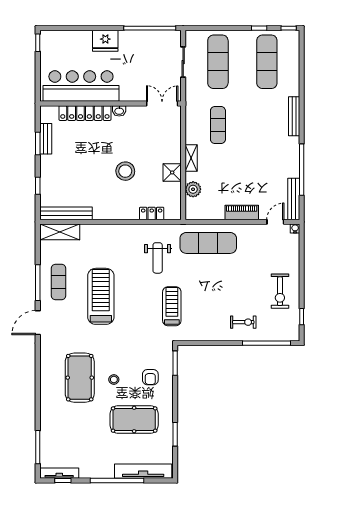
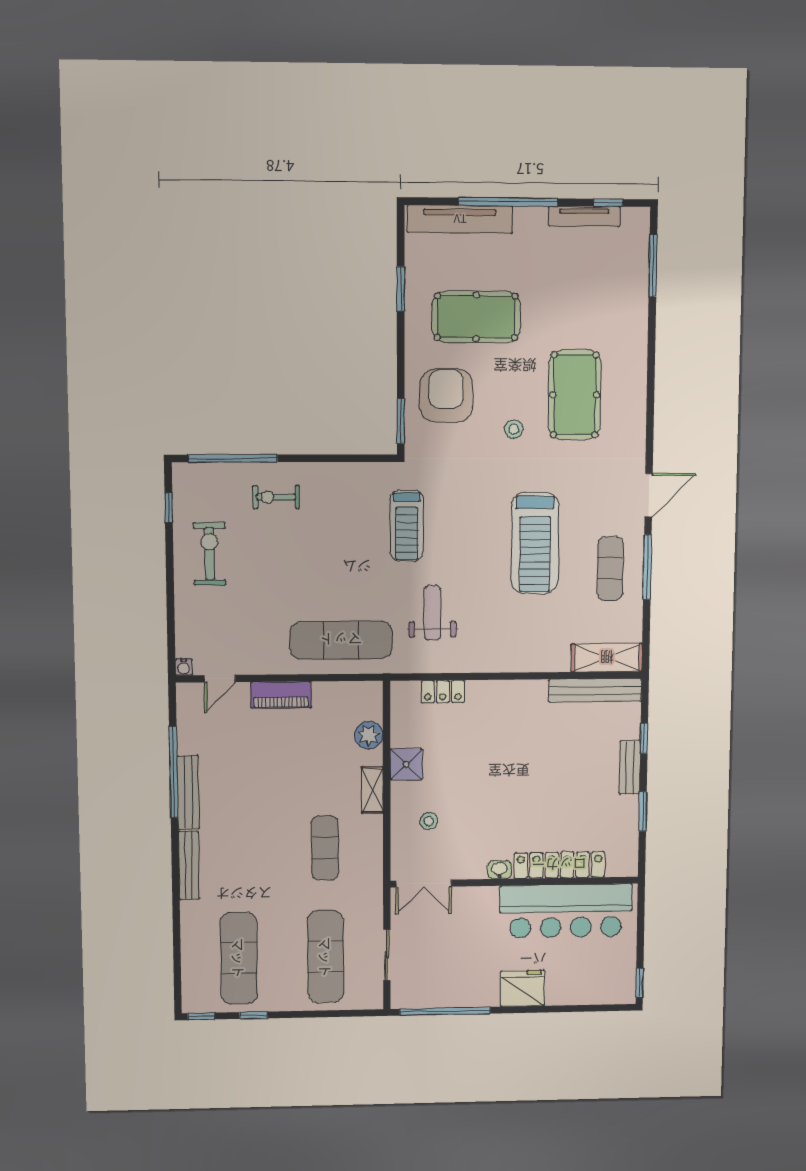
bench: (46, 139) -> (630, 767), moved
stool: (125, 171) -> (429, 821), moved, width x0.53, depth x0.53
bench: (294, 199) -> (188, 792), moved
armchair: (150, 377) -> (446, 396), width x1.88, depth x1.88
stool: (114, 380) -> (514, 429), moved
tv unit: (59, 473) -> (584, 216), moved

